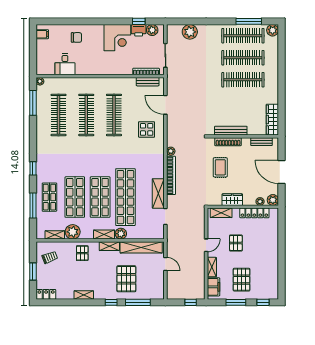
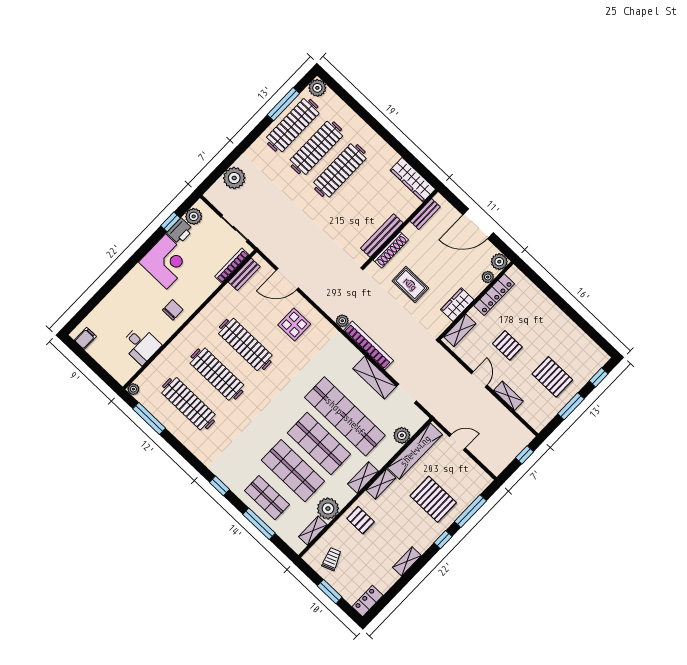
chair: (76, 37) -> (173, 310), moved
plant: (121, 234) -> (402, 435), moved
filing cabinet: (214, 287) -> (531, 414), removed

